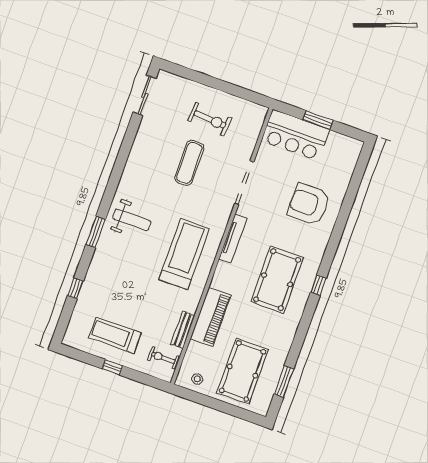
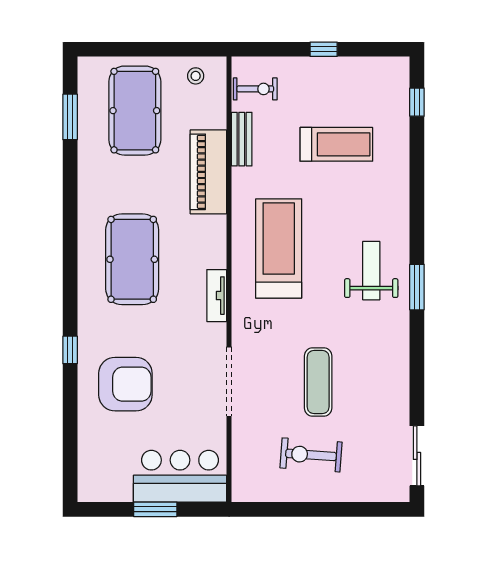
weight bench: (132, 220) -> (371, 271), turned 90
window: (96, 232) -> (417, 287), moved
tv unit: (233, 239) -> (217, 296), width x0.71
treadmill: (184, 254) -> (279, 248), turned 180
window: (318, 285) -> (70, 350), moved
window: (75, 288) -> (417, 102), moved
treadmill: (115, 335) -> (336, 144), moved

